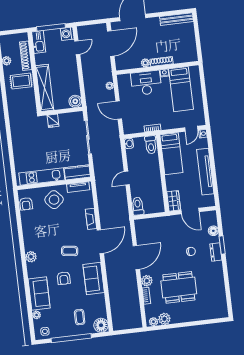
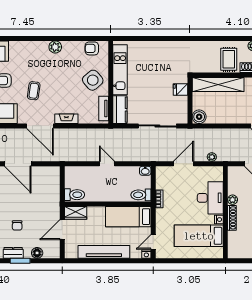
door: (191, 129) -> (153, 242), hinge flipped
toilet: (138, 206) -> (74, 195), moved
plant: (31, 257) -> (55, 47), moved

